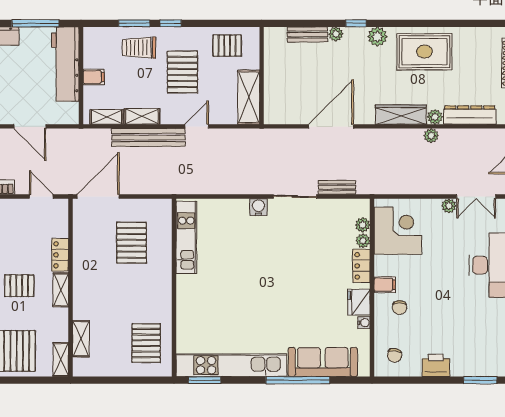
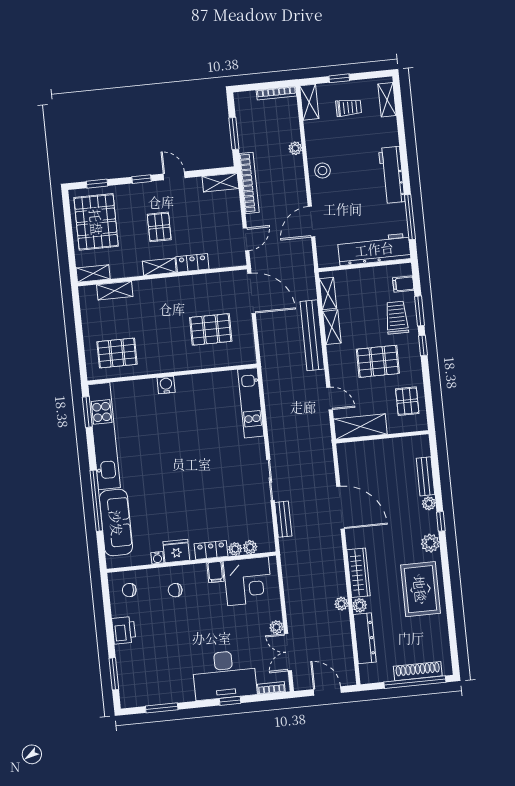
filing cabinet: (94, 77) -> (403, 284), moved, turned 90
door: (197, 126) -> (329, 399), moved
water cooler: (258, 207) -> (166, 385), moved, turned -90
kitchen unit: (186, 237) -> (251, 403), moved, turned 90
filing cabinet: (385, 285) -> (215, 572), moved

